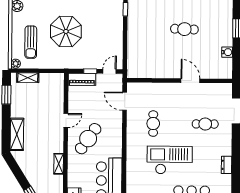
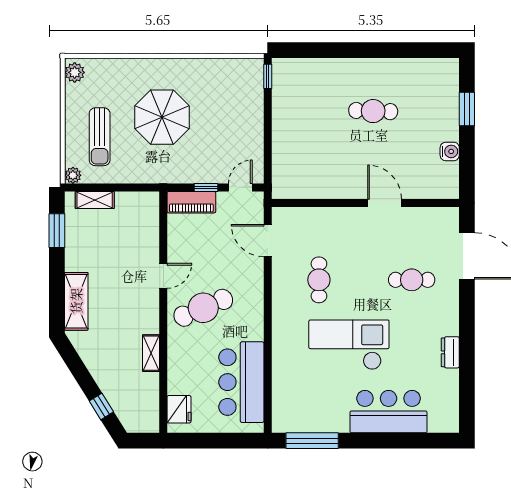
cafe table: (88, 139) -> (203, 308), turned 32

